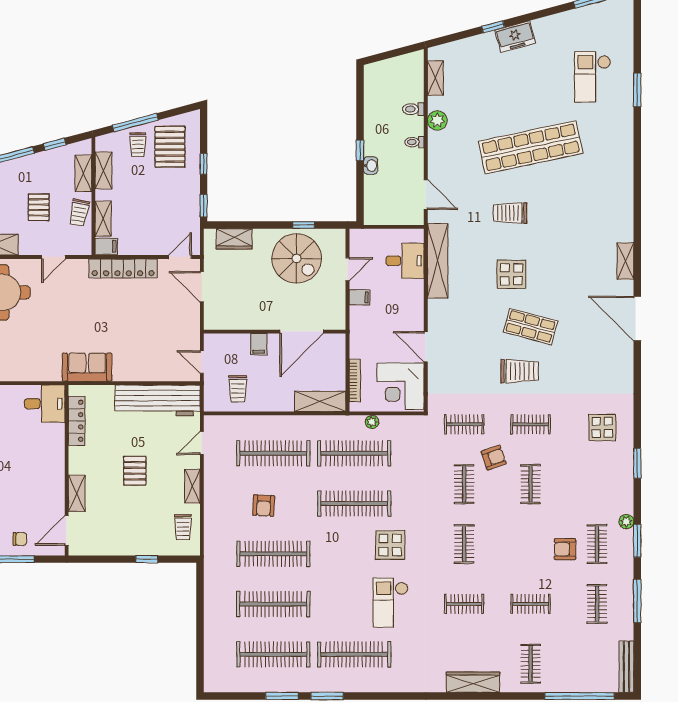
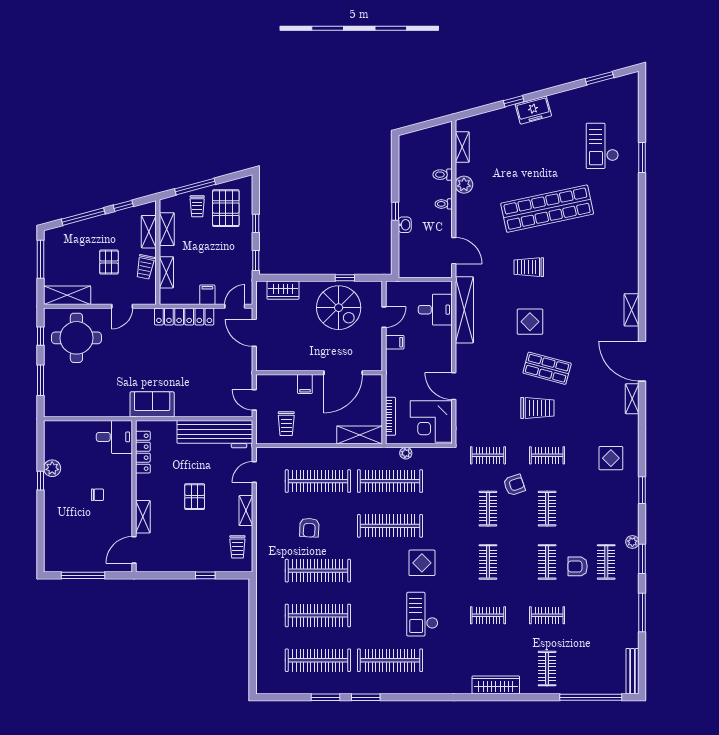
filing cabinet: (106, 246) -> (207, 295), moved, turned -90
shelving: (626, 361) -> (632, 399), added
chair: (20, 539) -> (97, 495), moved
clothes rail: (597, 604) -> (547, 562), moved

